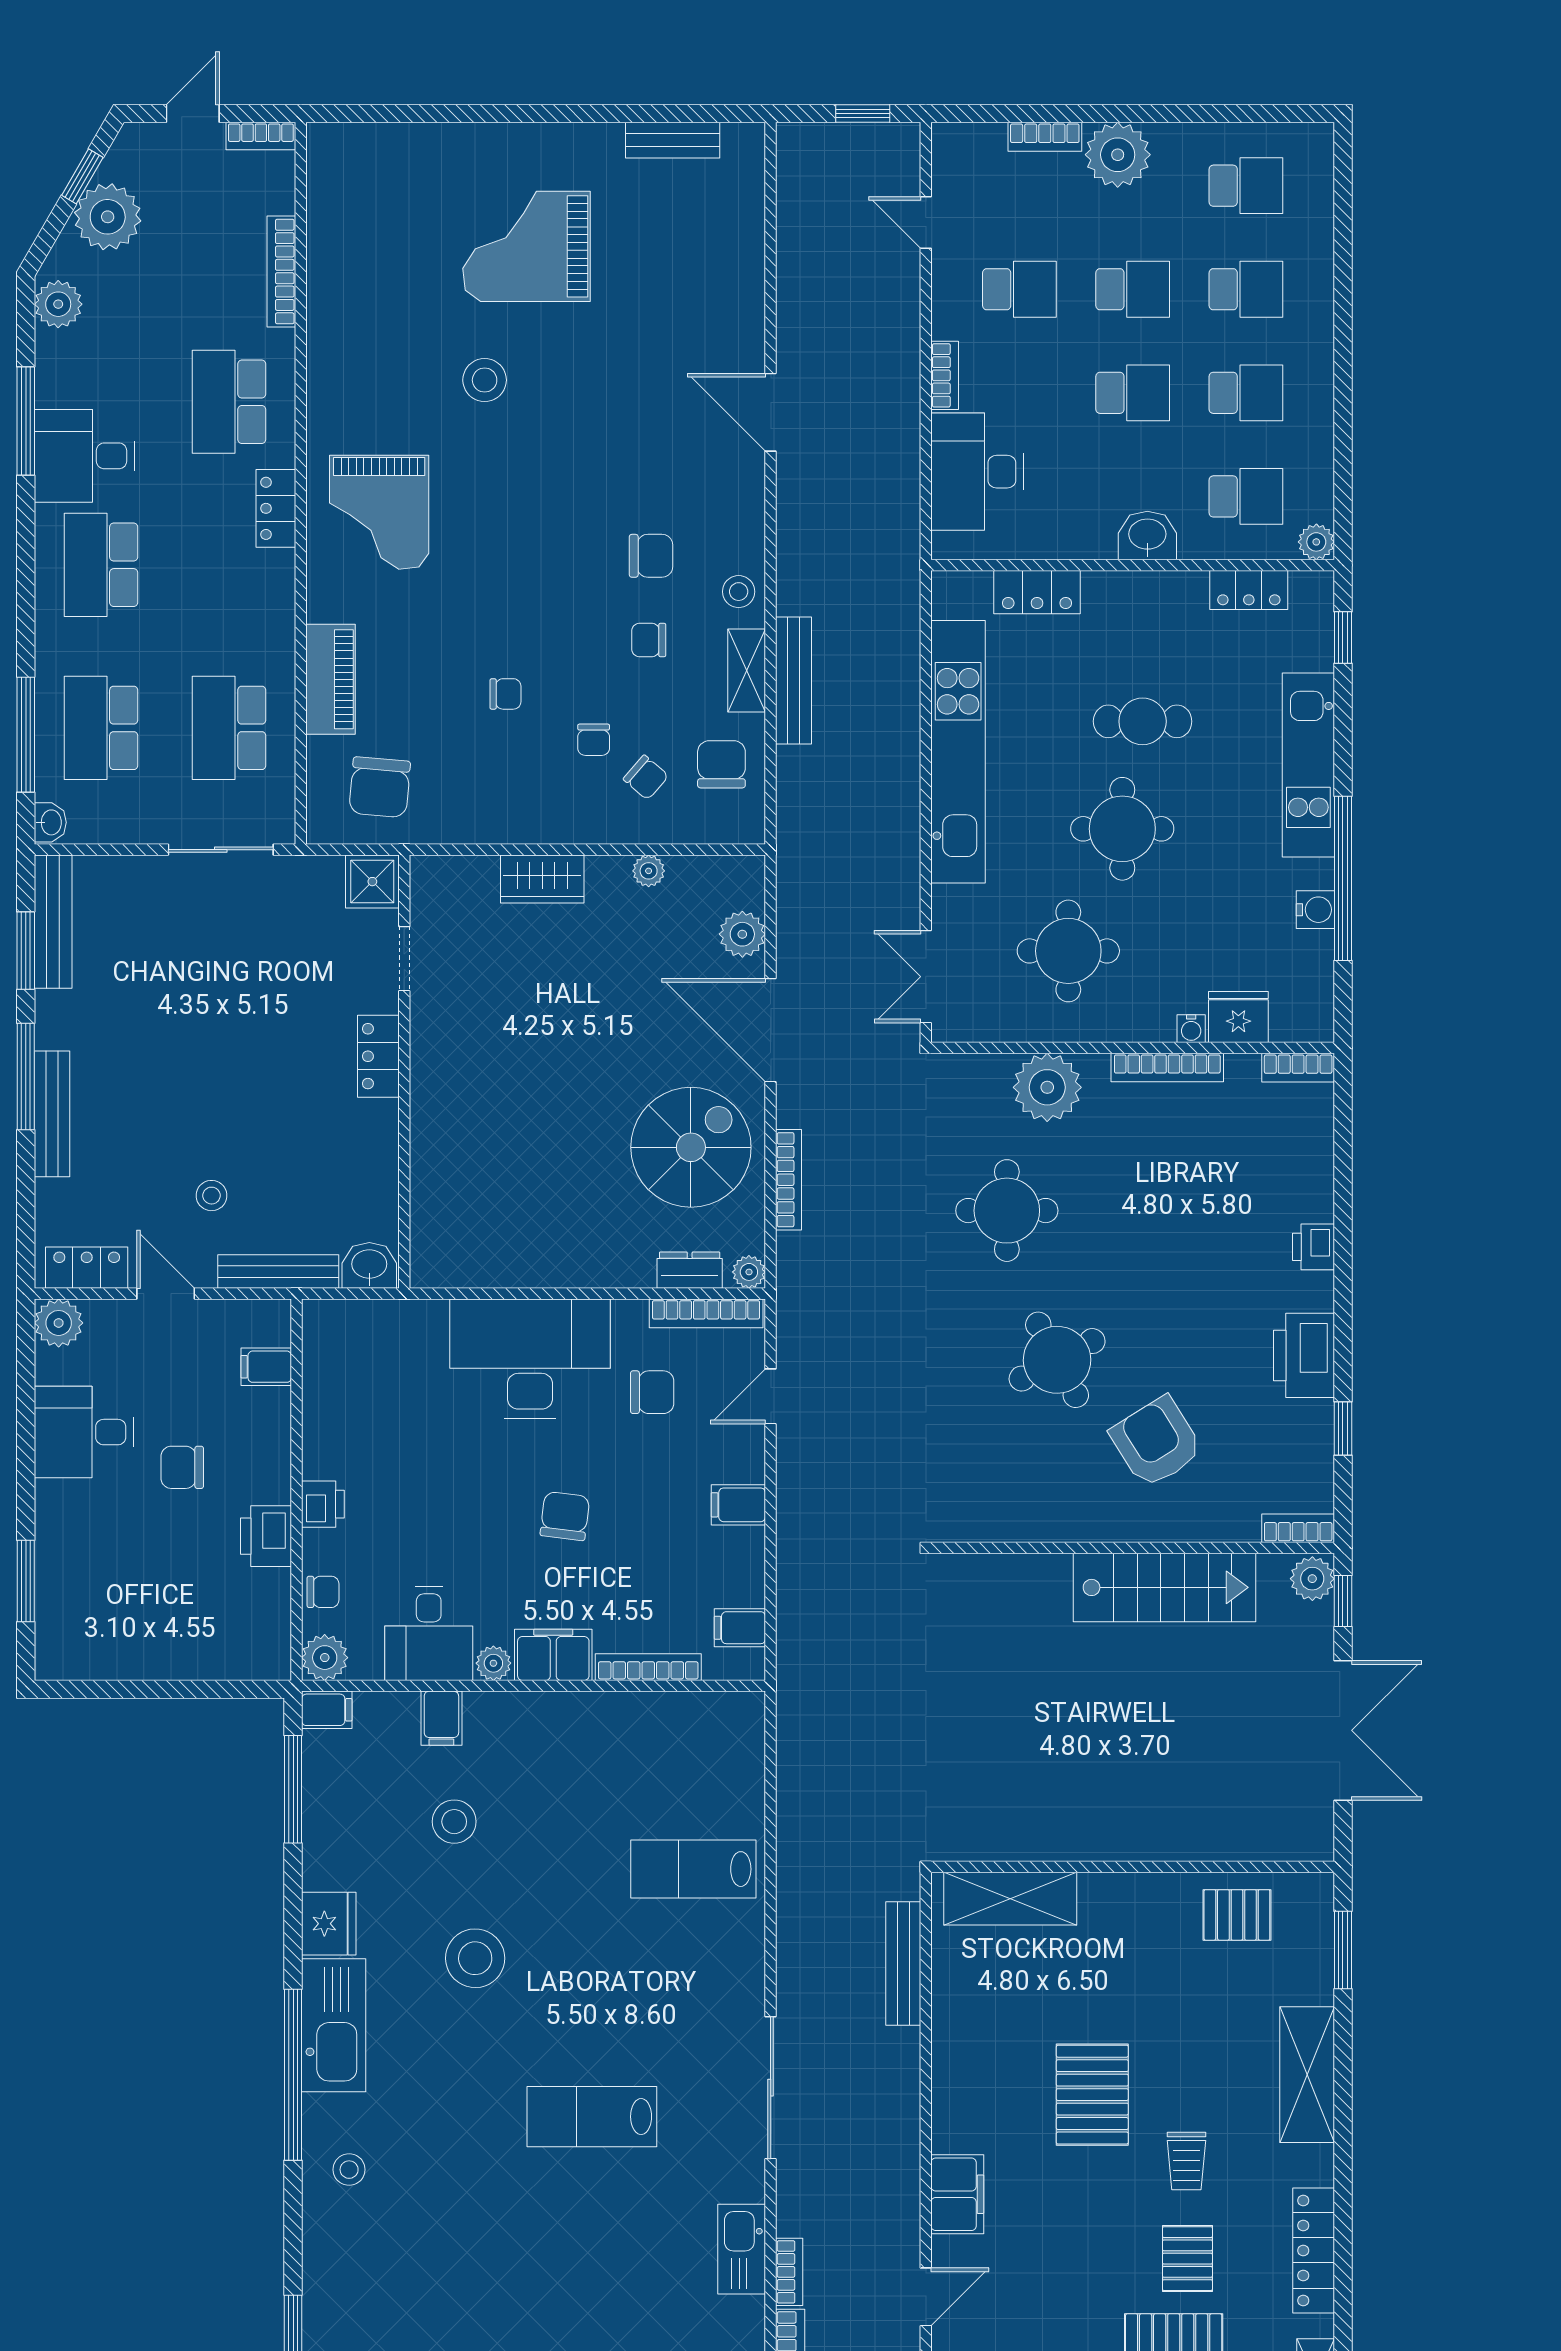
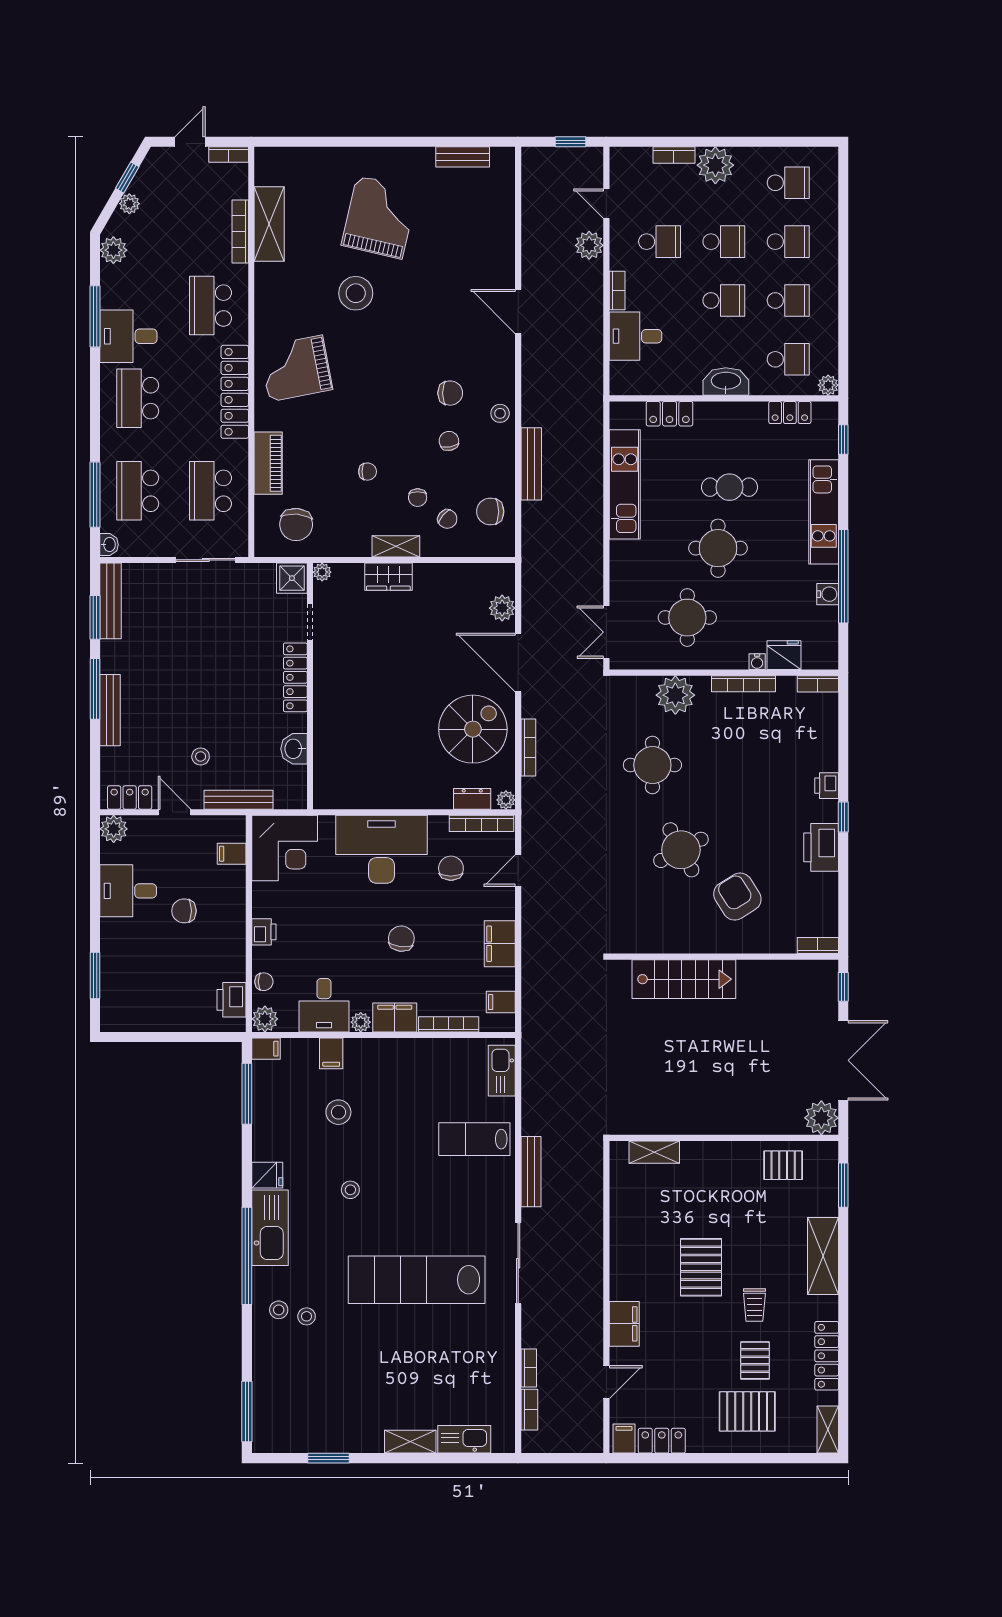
plant: (108, 217) -> (129, 204), width x0.53, depth x0.53
grand piano: (526, 246) -> (380, 217), turned 103
shelving: (332, 258) -> (269, 224), added
plant: (896, 296) -> (589, 245), added
stool: (485, 380) -> (356, 293), width x1.38, depth x1.38
desk: (977, 472) -> (635, 336), width x0.73
locker: (276, 508) -> (235, 392), width x2.16, depth x1.21
grand piano: (379, 512) -> (296, 368), turned 79
washbasin: (1147, 536) -> (726, 382), width x1.38
chair: (649, 640) -> (449, 441), turned 80
shelving: (747, 671) -> (396, 546), moved, turned 90
kitchen unit: (958, 752) -> (625, 484), width x0.73
chair: (721, 764) -> (490, 512), turned -90
plant: (649, 871) -> (322, 572), moved
locker: (378, 1056) -> (295, 677), width x1.53
washbasin: (369, 1265) -> (294, 749), moved, turned -90
corner desk: (359, 1357) -> (285, 848), added
chair: (652, 1392) -> (451, 868), turned -90
window: (1343, 1429) -> (843, 817), moved
filing cabinet: (738, 1505) -> (500, 944), width x2.00
printer: (266, 1536) -> (232, 1000), moved
plant: (1312, 1579) -> (821, 1118), moved, width x1.36, depth x1.36
stairs: (1164, 1587) -> (684, 979), moved
shelving: (1010, 1899) -> (654, 1152), width x0.67, depth x0.75
fridge: (329, 1924) -> (267, 1175), width x0.72
stool: (475, 1958) -> (350, 1190), width x0.53, depth x0.53
bench: (903, 1964) -> (531, 1172), moved
lab bench: (592, 2117) -> (417, 1280), width x1.86, depth x1.39
stool: (398, 2181) -> (307, 1316), added
kitchen sink: (742, 2249) -> (502, 1071), moved

